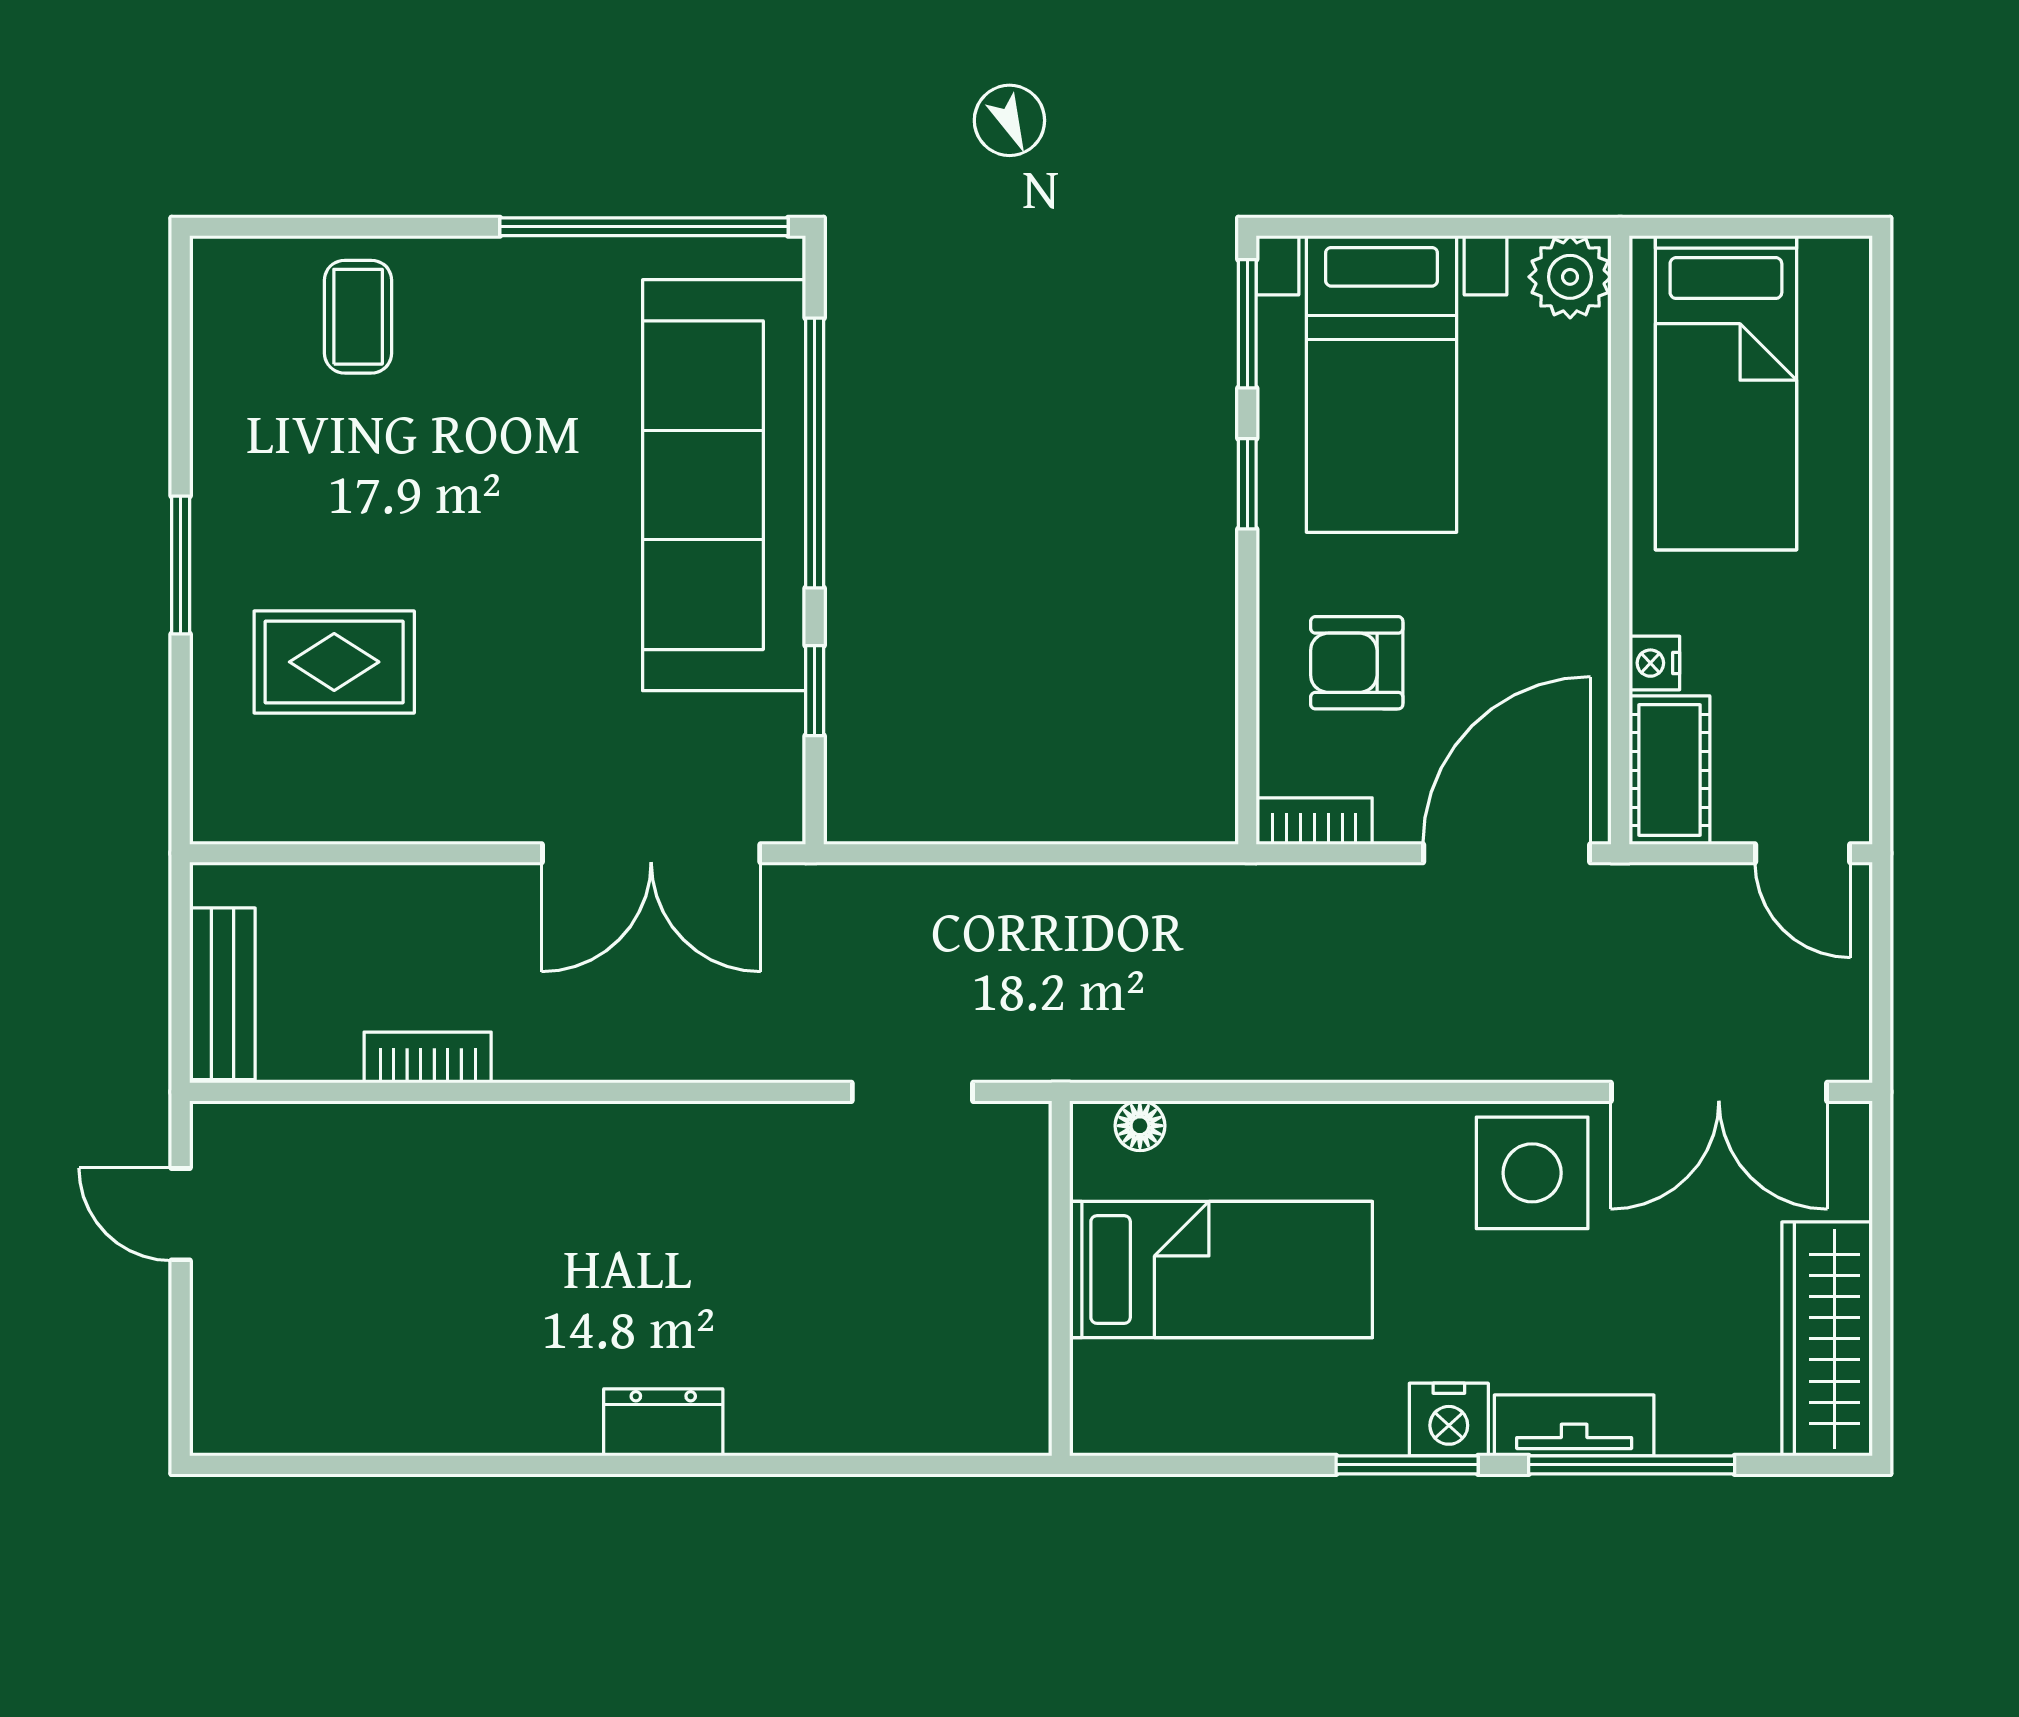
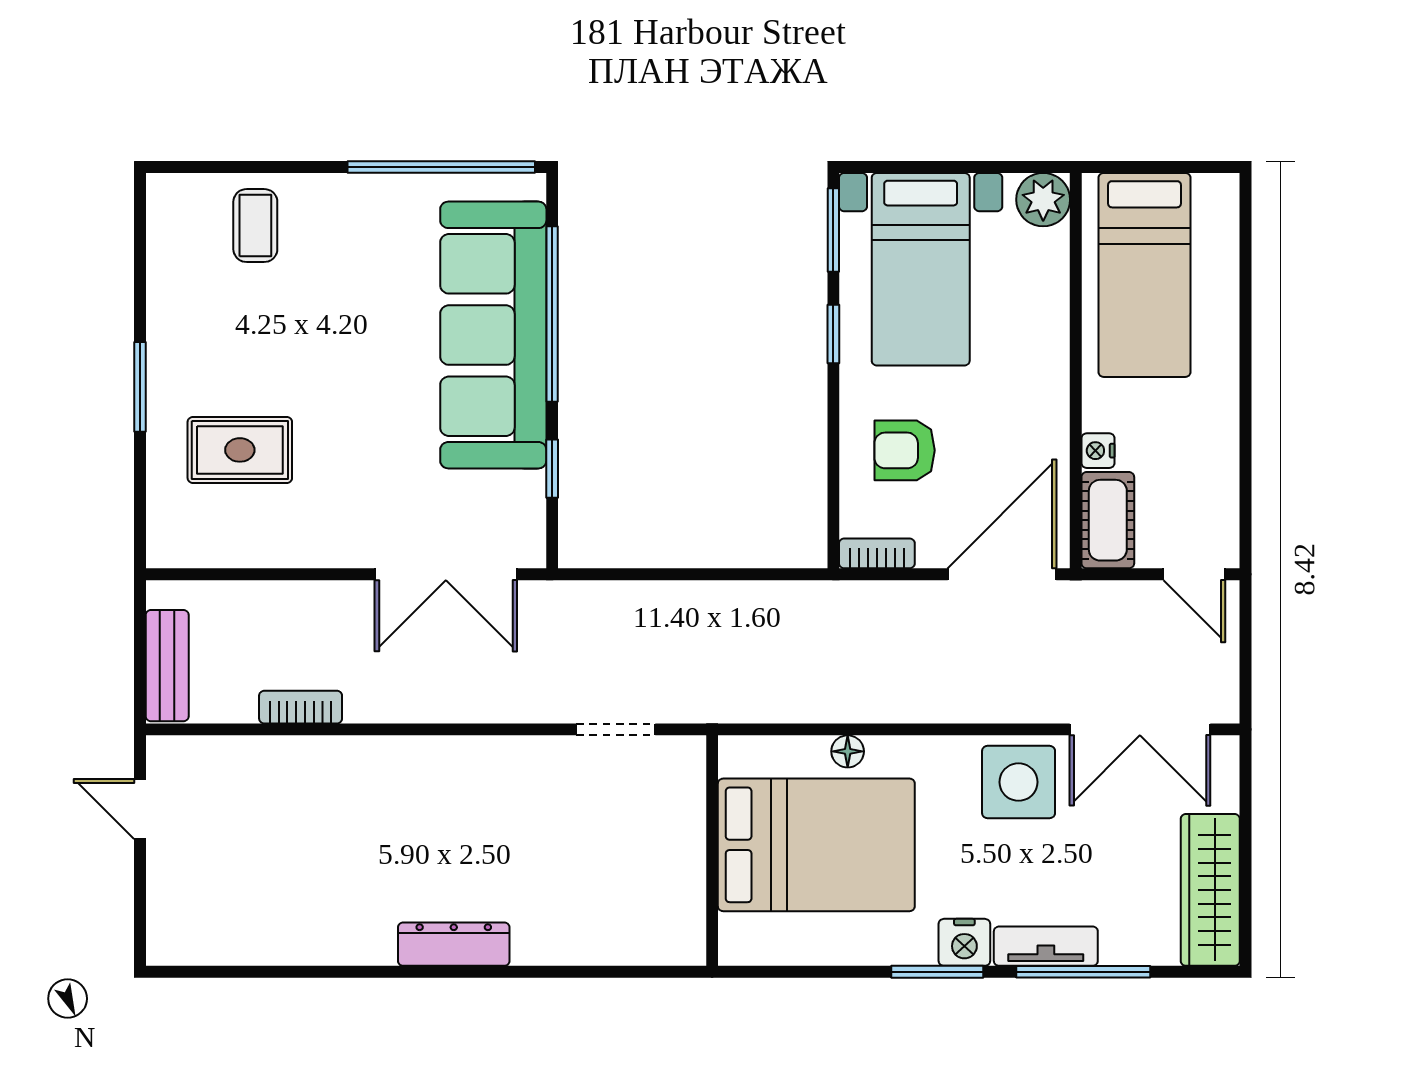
floor lamp: (1140, 1126) -> (848, 751), moved
bed: (1221, 1270) -> (816, 845), width x1.50
dresser: (663, 1422) -> (454, 944), width x1.44

